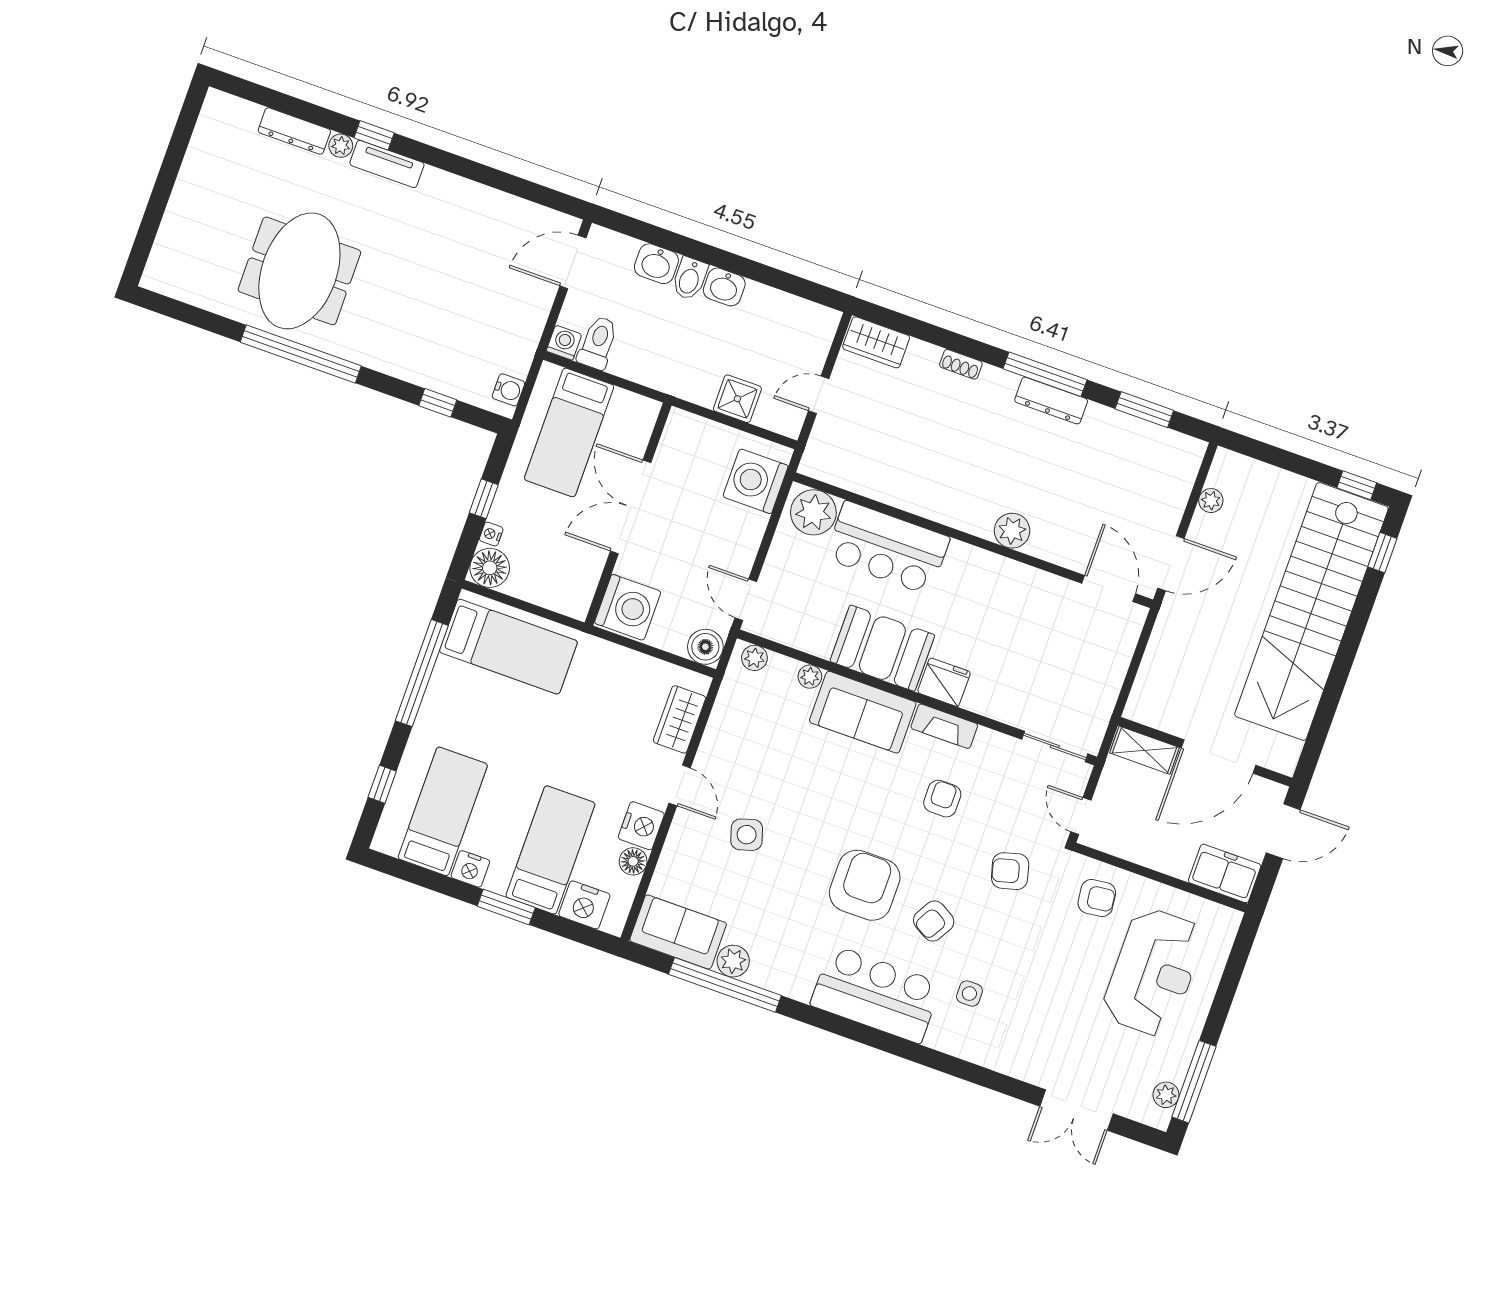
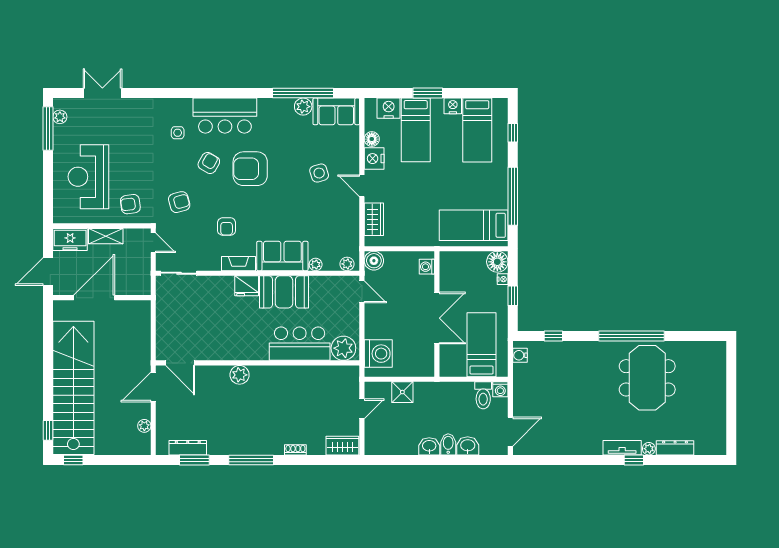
dresser: (1051, 401) -> (188, 448), moved
washing machine: (628, 607) -> (427, 267), width x0.53, depth x0.53
shelving: (1144, 750) -> (106, 236), moved
armchair: (865, 885) -> (250, 169), turned 90

